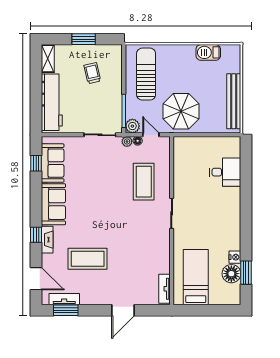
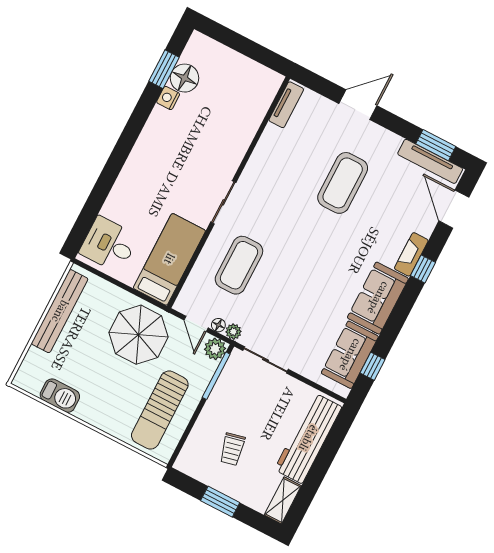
desk: (225, 172) -> (109, 244), moved
coffee table: (88, 259) -> (343, 183), moved, turned 90
bed: (196, 277) -> (169, 259), moved, turned 180
tv unit: (64, 299) -> (430, 161), width x1.41

